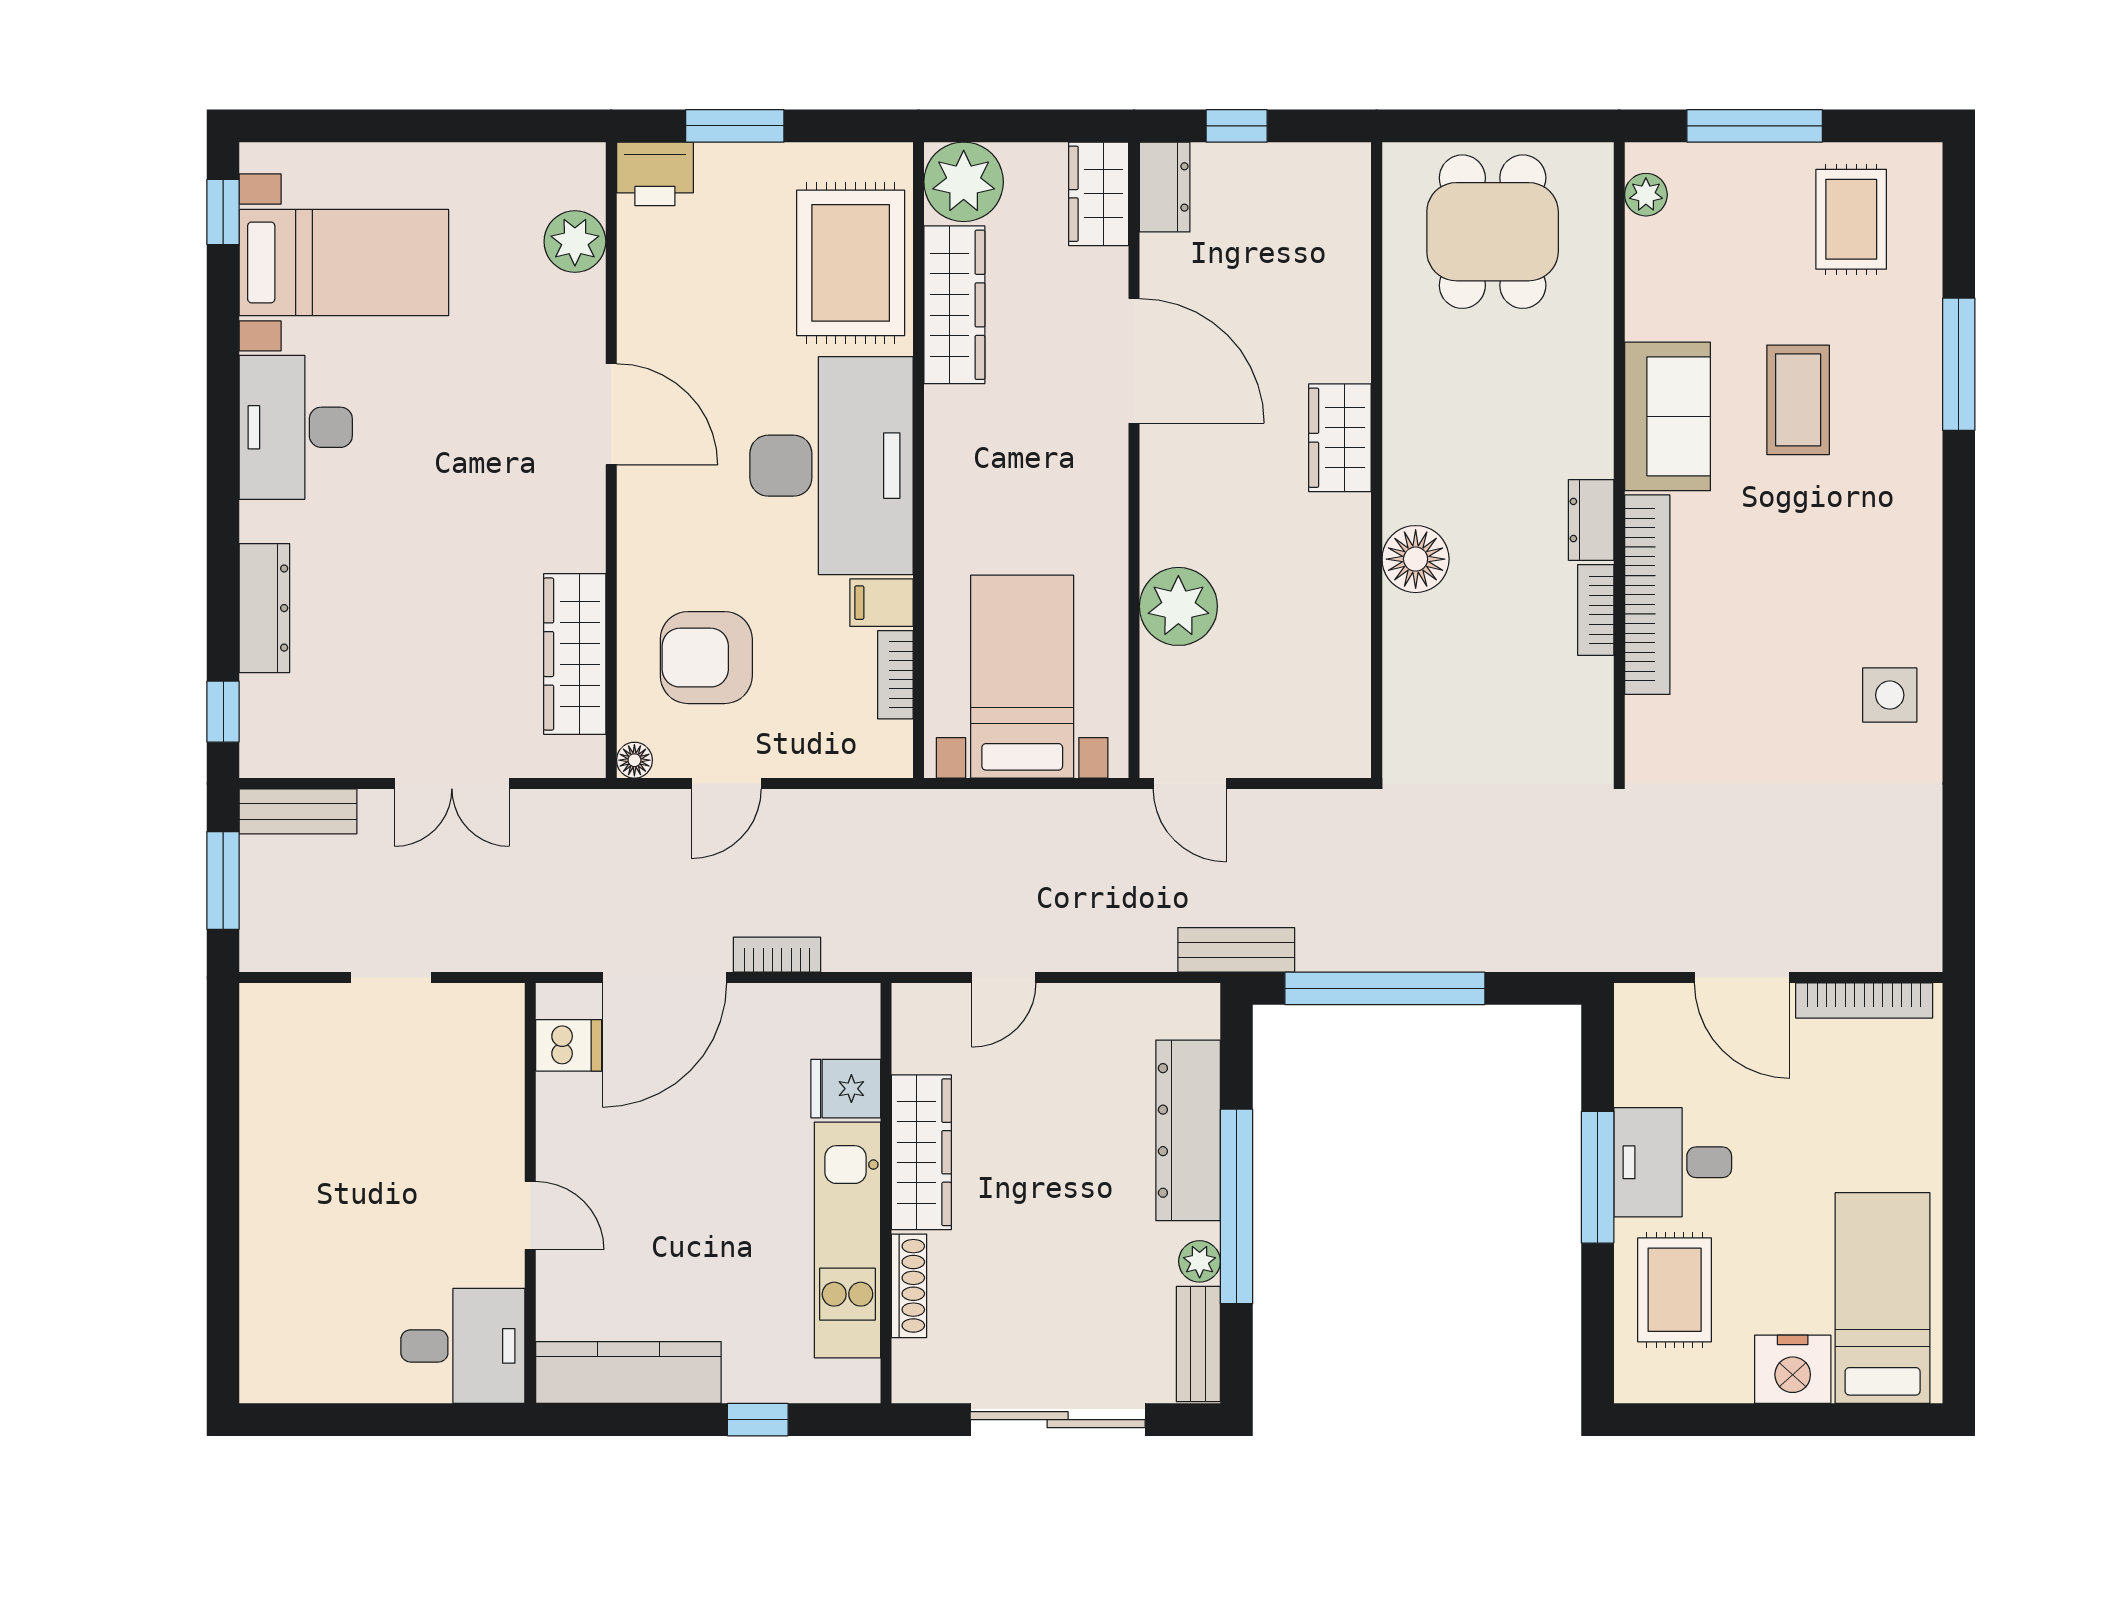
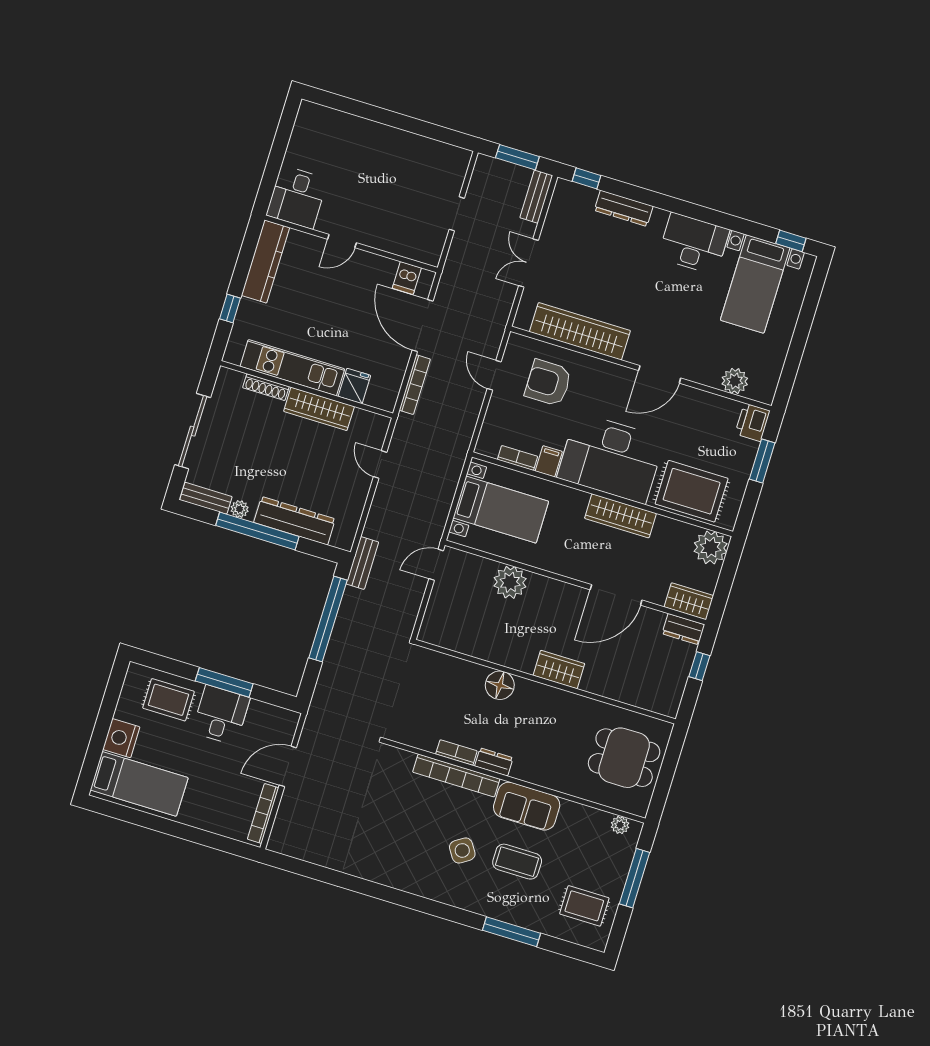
wardrobe: (954, 305) -> (620, 516), moved
wardrobe: (575, 654) -> (580, 331), width x1.40, depth x1.17
armchair: (706, 658) -> (548, 383), turned -90
side table: (1890, 695) -> (462, 850), moved, turned -33
floor lamp: (634, 760) -> (515, 341), removed
bookcase: (777, 955) -> (415, 385), width x1.56

